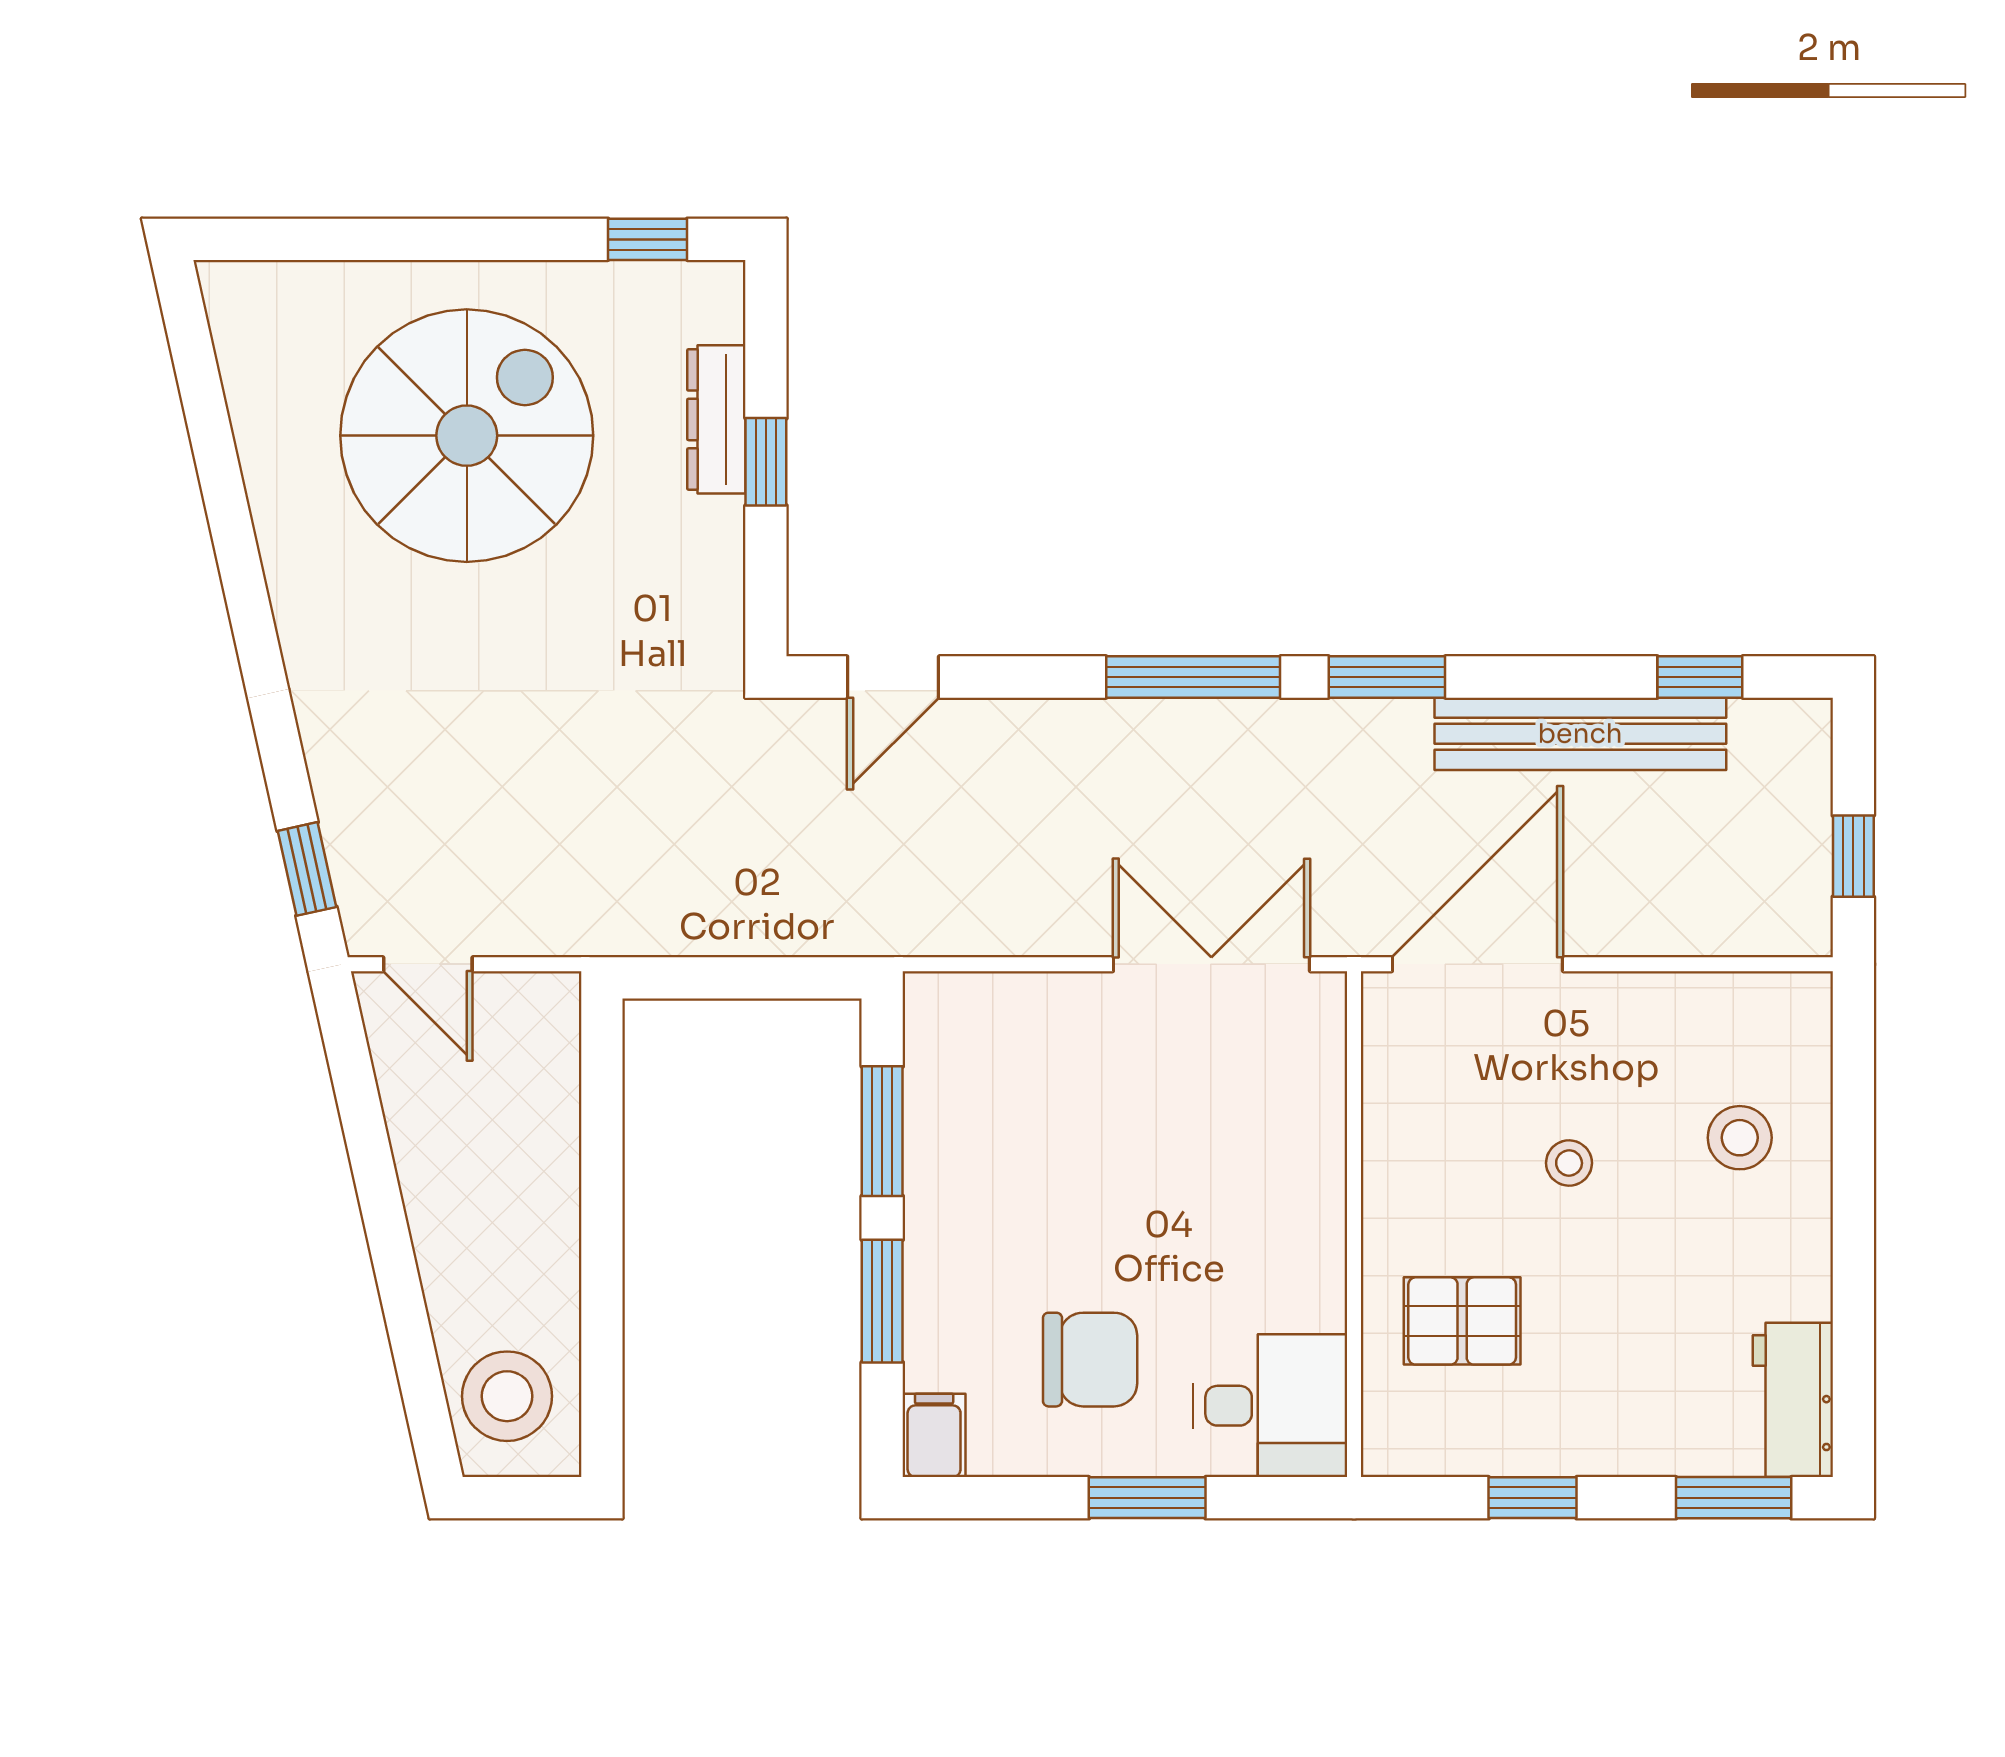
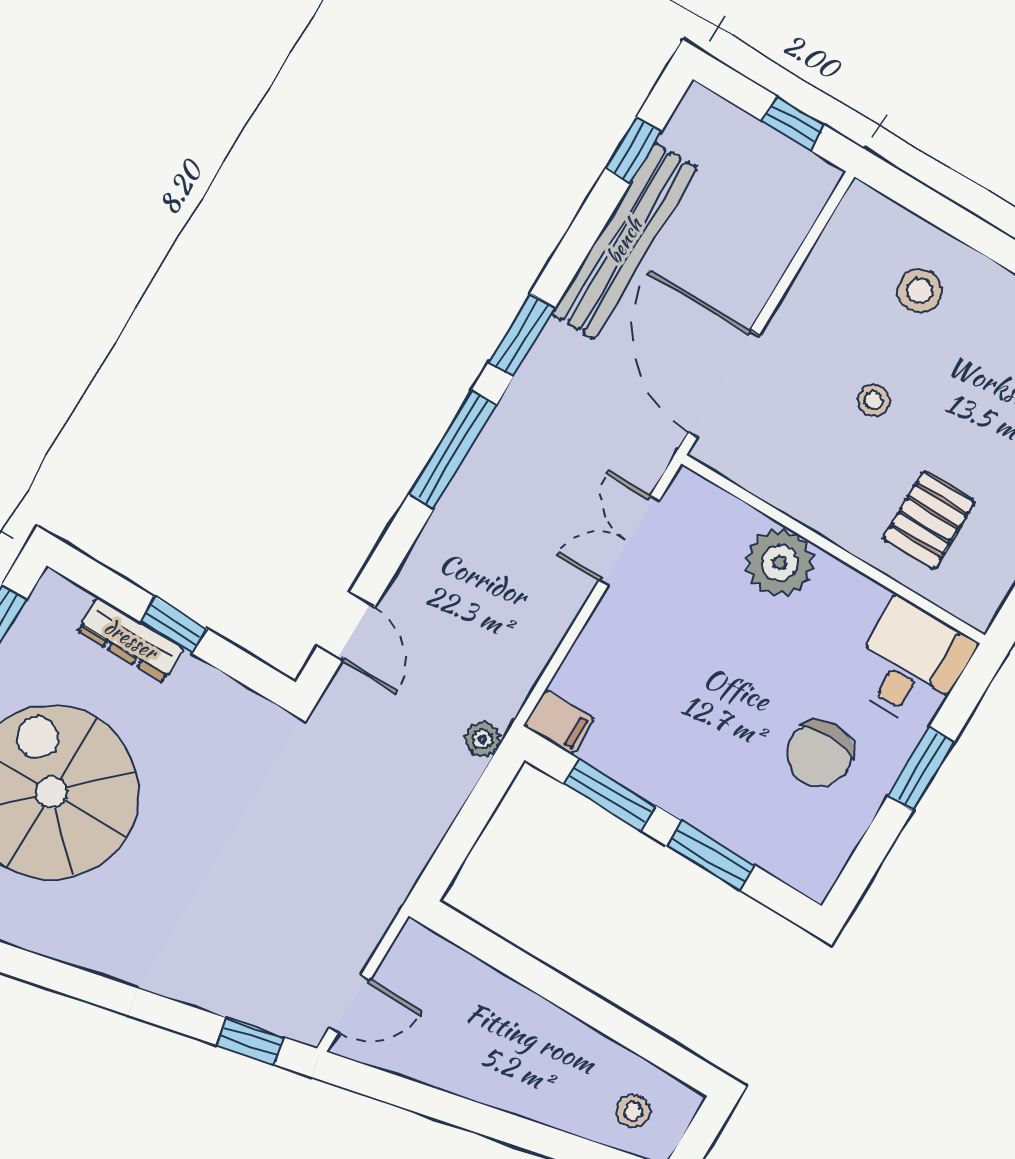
plant: (856, 931) -> (483, 739), added
double door: (1211, 964) -> (629, 541), width x0.73
plant: (1297, 1168) -> (780, 563), added
chair: (1090, 1360) -> (819, 754), turned 180
stool: (507, 1396) -> (633, 1111), width x0.53, depth x0.53
filing cabinet: (934, 1435) -> (559, 722), moved, turned 180

